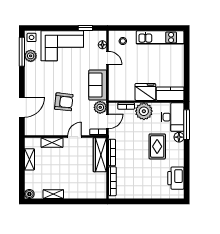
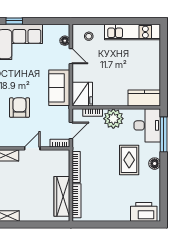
window: (85, 28) -> (14, 21), moved
fridge: (145, 92) -> (82, 94), moved, turned 90
armchair: (64, 102) -> (19, 108), turned -96
plant: (100, 107) -> (62, 114), removed
floor lamp: (179, 137) -> (155, 164), moved
wardrobe: (100, 155) -> (62, 196), moved
printer: (176, 178) -> (144, 212), moved, turned 90

